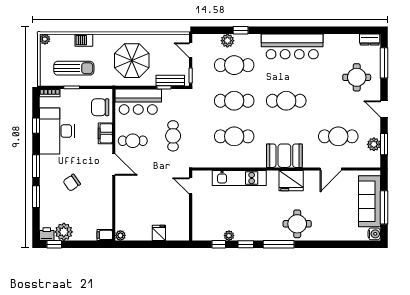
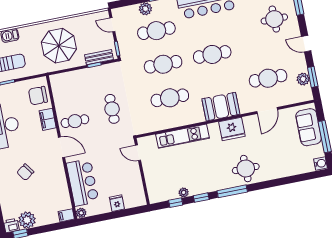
bar counter: (138, 102) -> (83, 182), moved, turned -90
sofa: (370, 201) -> (309, 127), width x0.73

